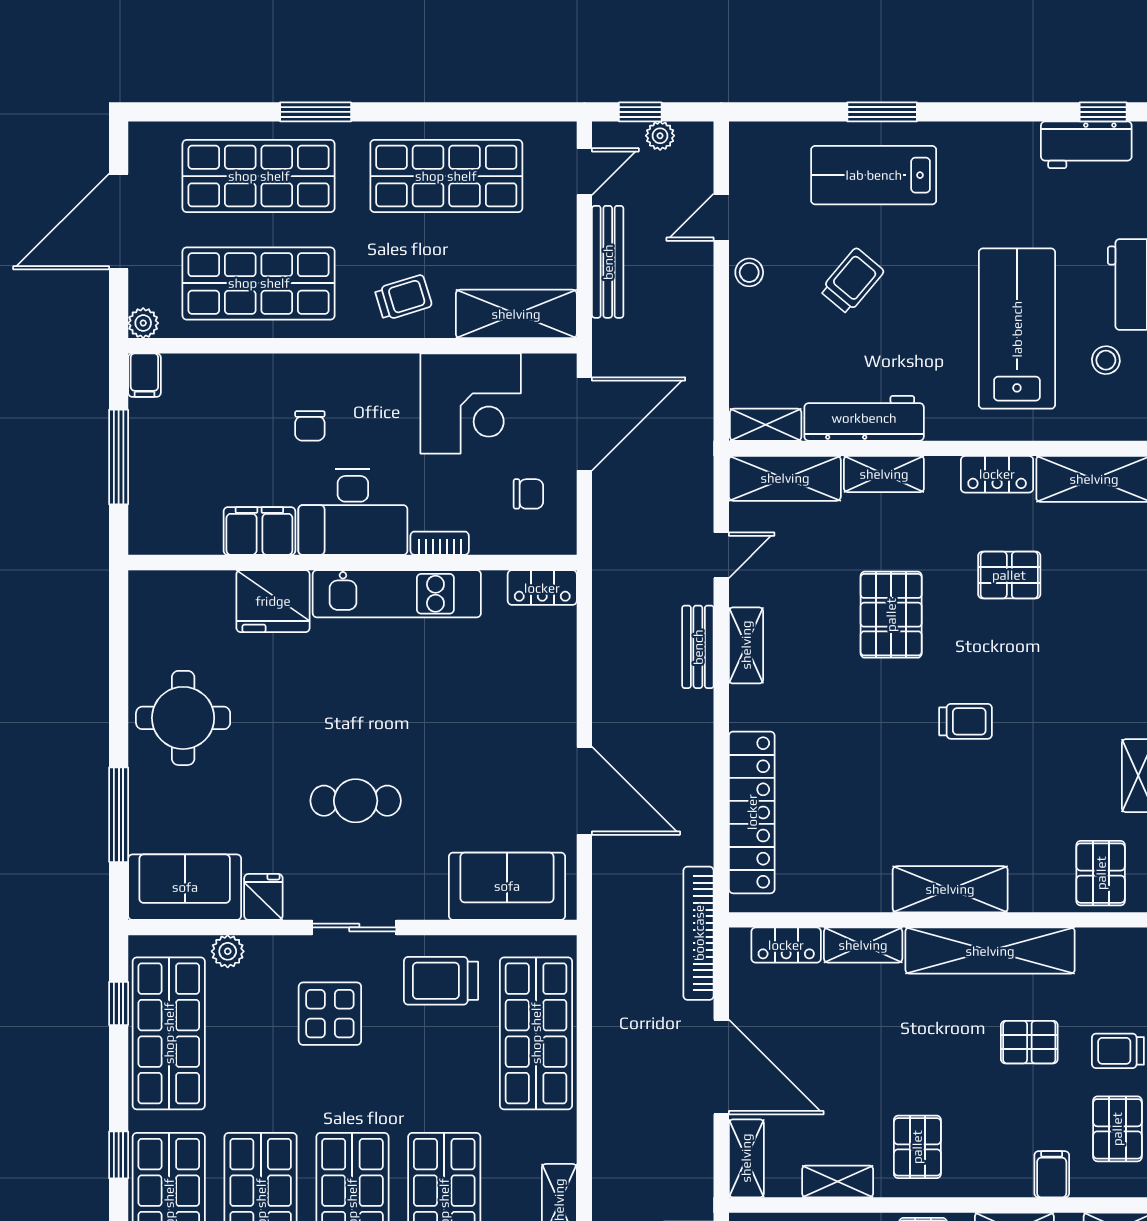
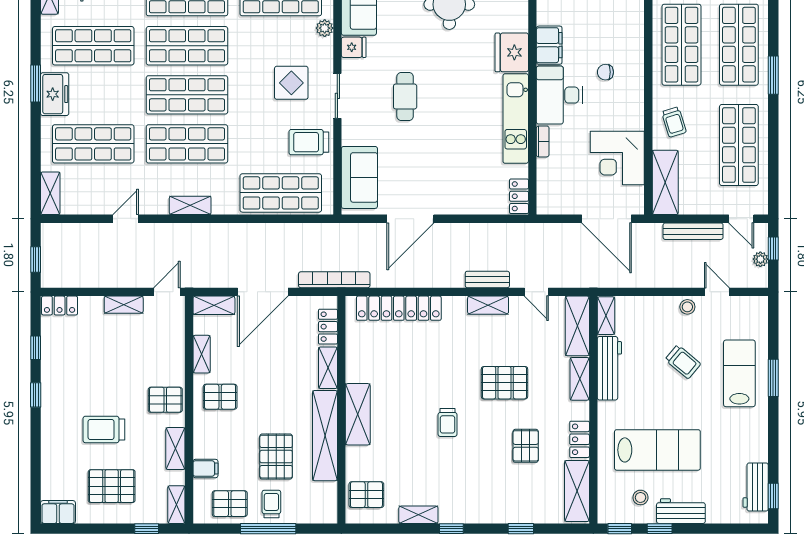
chair: (528, 494) -> (569, 189), removed
trolley: (441, 981) -> (309, 142), turned -90
pallet: (1029, 1042) -> (276, 457), width x1.50, depth x1.42

